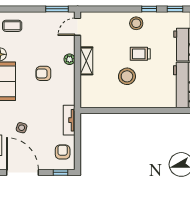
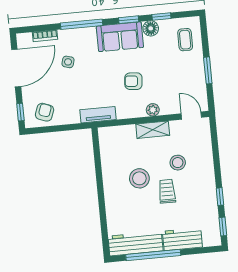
window: (57, 9) -> (208, 70), moved
stool: (136, 23) -> (178, 163), moved
armchair: (43, 73) -> (133, 81), turned -85
tv unit: (69, 120) -> (98, 115), moved
armchair: (63, 152) -> (45, 112), turned -70

